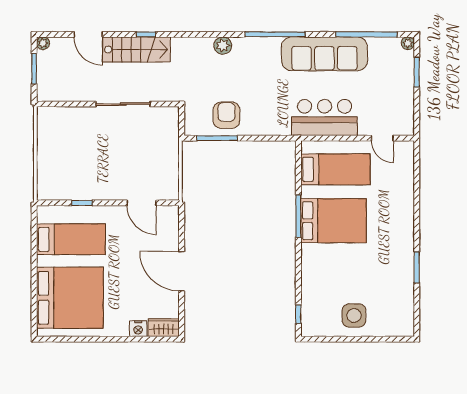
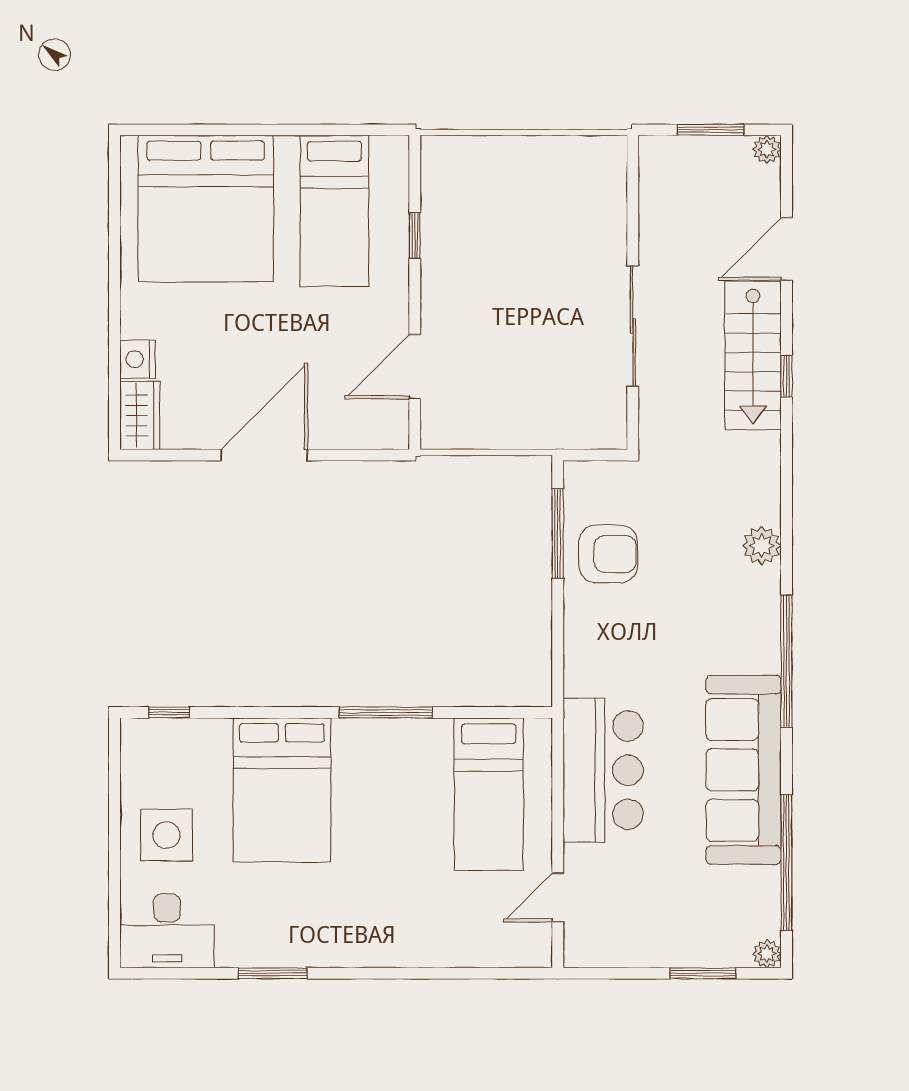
bed: (334, 221) -> (282, 790), moved
desk: (397, 315) -> (167, 931), added

